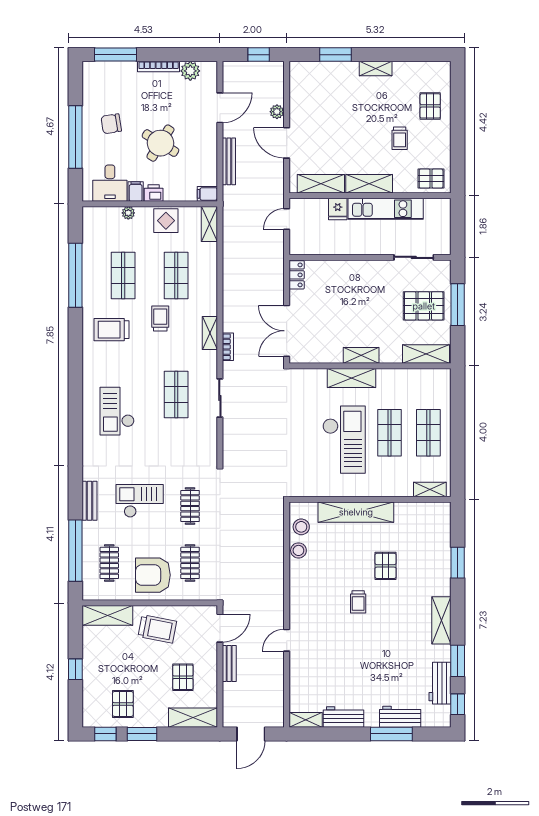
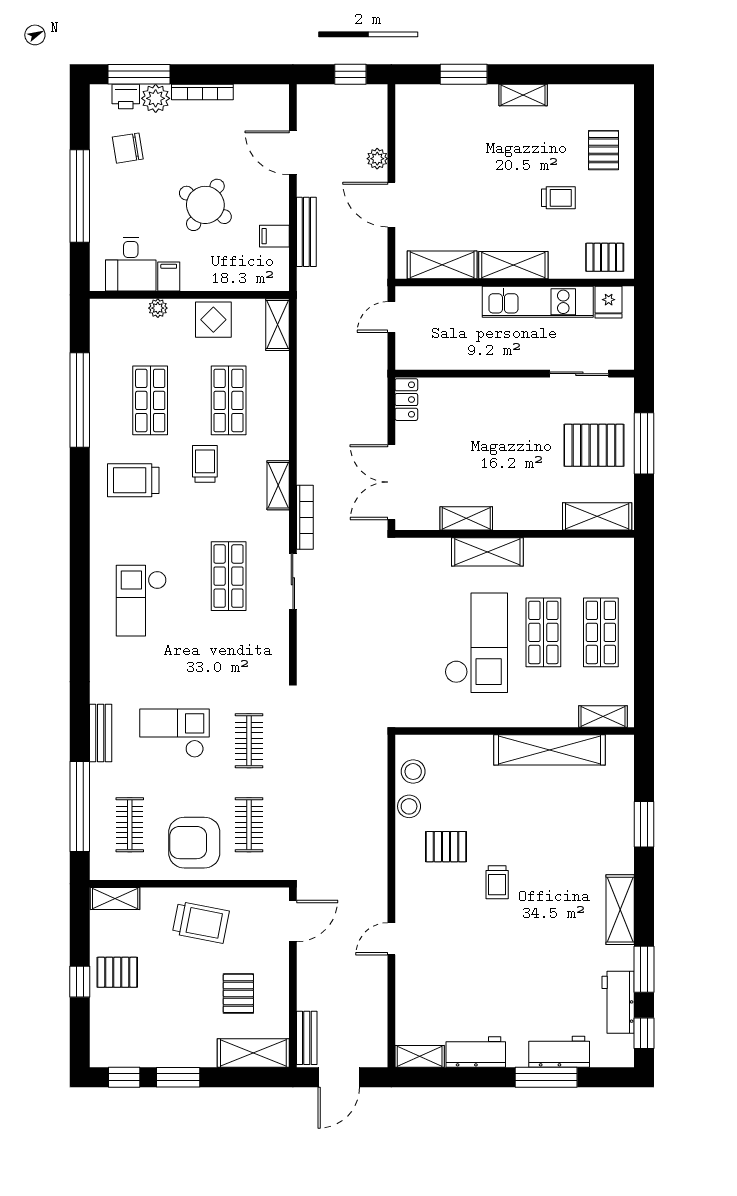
plant: (190, 71) -> (156, 98), moved
door: (220, 108) -> (293, 153), swing flipped
chair: (111, 124) -> (128, 148), moved
trolley: (400, 138) -> (558, 198), turned -90
printer: (154, 193) -> (126, 97), moved, turned 180
filing cabinet: (207, 194) -> (274, 236), moved
fridge: (338, 209) -> (609, 302), moved
bookcase: (228, 347) -> (305, 517), width x1.56
shelving: (361, 355) -> (466, 518), moved
shelving: (356, 512) -> (549, 750), moved
pallet: (386, 566) -> (446, 847), moved, turned 90
shelving: (108, 615) -> (115, 899), width x0.67, depth x0.75
bench: (229, 664) -> (307, 1038), moved
pallet: (123, 704) -> (117, 972), moved, turned 90

